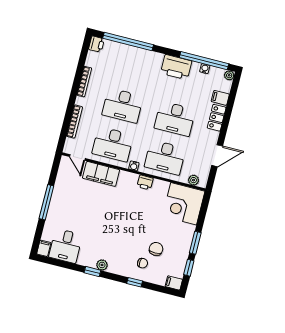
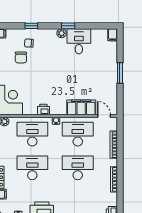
window: (46, 202) -> (120, 73), width x0.69
desk: (66, 246) -> (79, 41), moved

